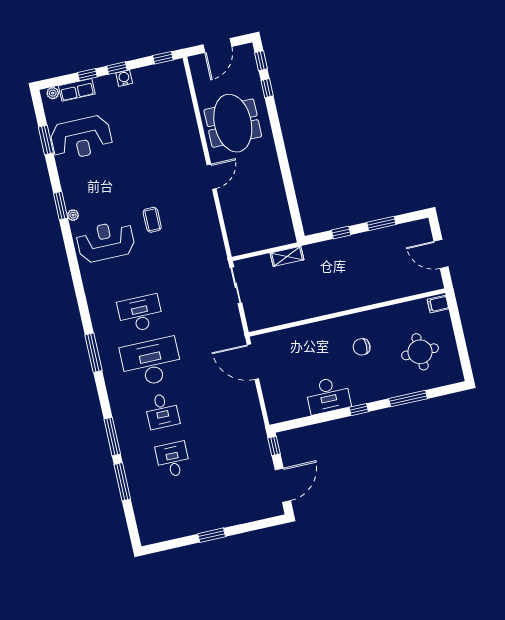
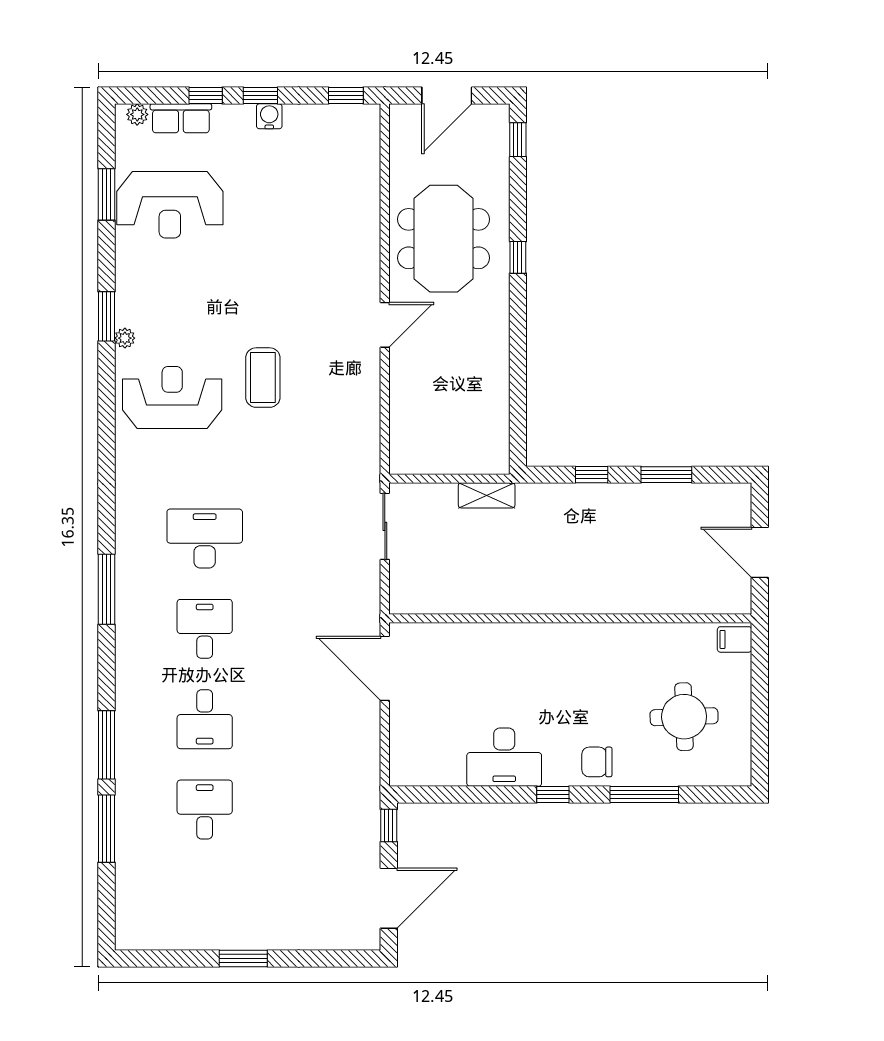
window: (267, 88) -> (518, 257), moved
coffee table: (152, 220) -> (263, 378), width x1.36, depth x1.30
chair: (362, 347) -> (597, 762), moved
desk: (151, 362) -> (205, 629), width x0.53, depth x0.77

